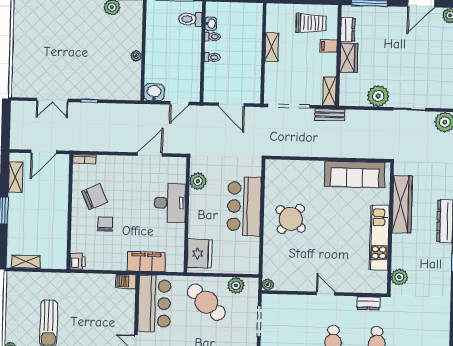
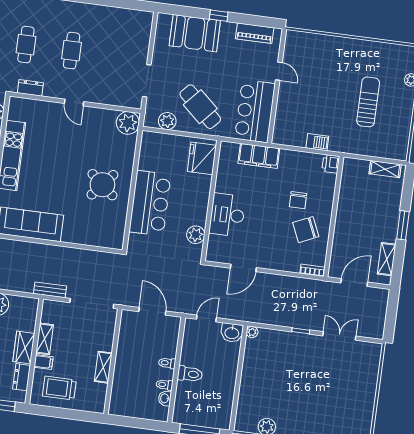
toilet: (190, 19) -> (190, 374), moved
plant: (136, 56) -> (252, 332), moved
shelving: (329, 91) -> (45, 339), moved
barbecue: (126, 281) -> (317, 142), moved
plant: (268, 285) -> (128, 123), width x1.88, depth x1.88

